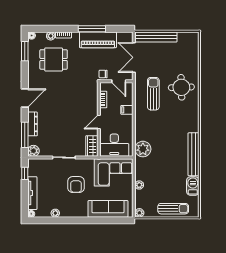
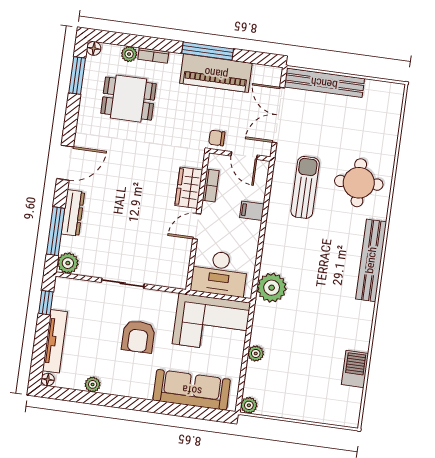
wardrobe: (92, 146) -> (189, 188), moved
bench: (194, 154) -> (371, 260), moved
sun lounger: (173, 209) -> (313, 406), removed

